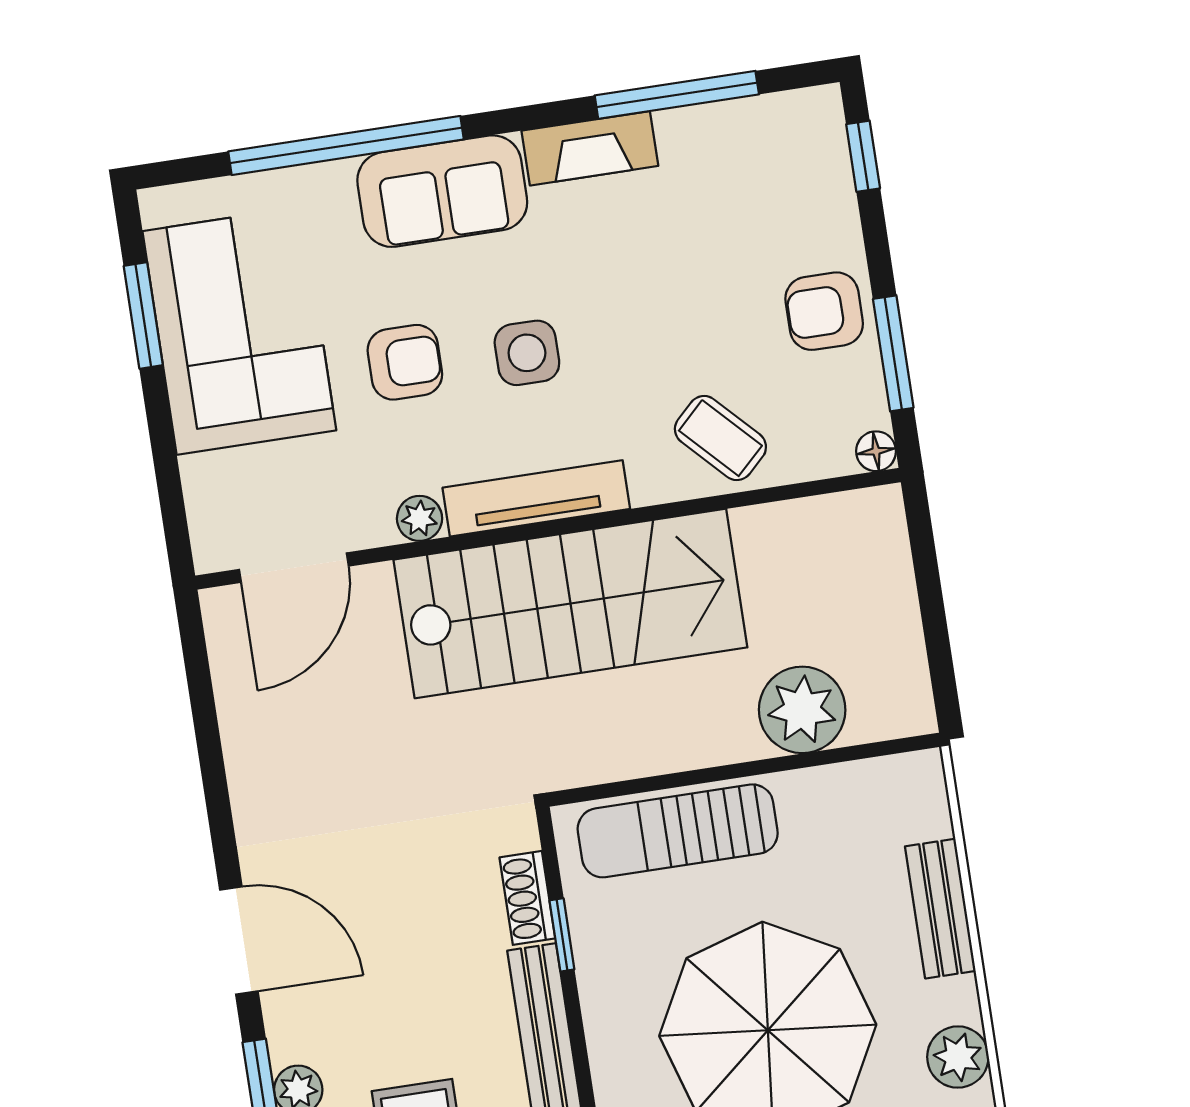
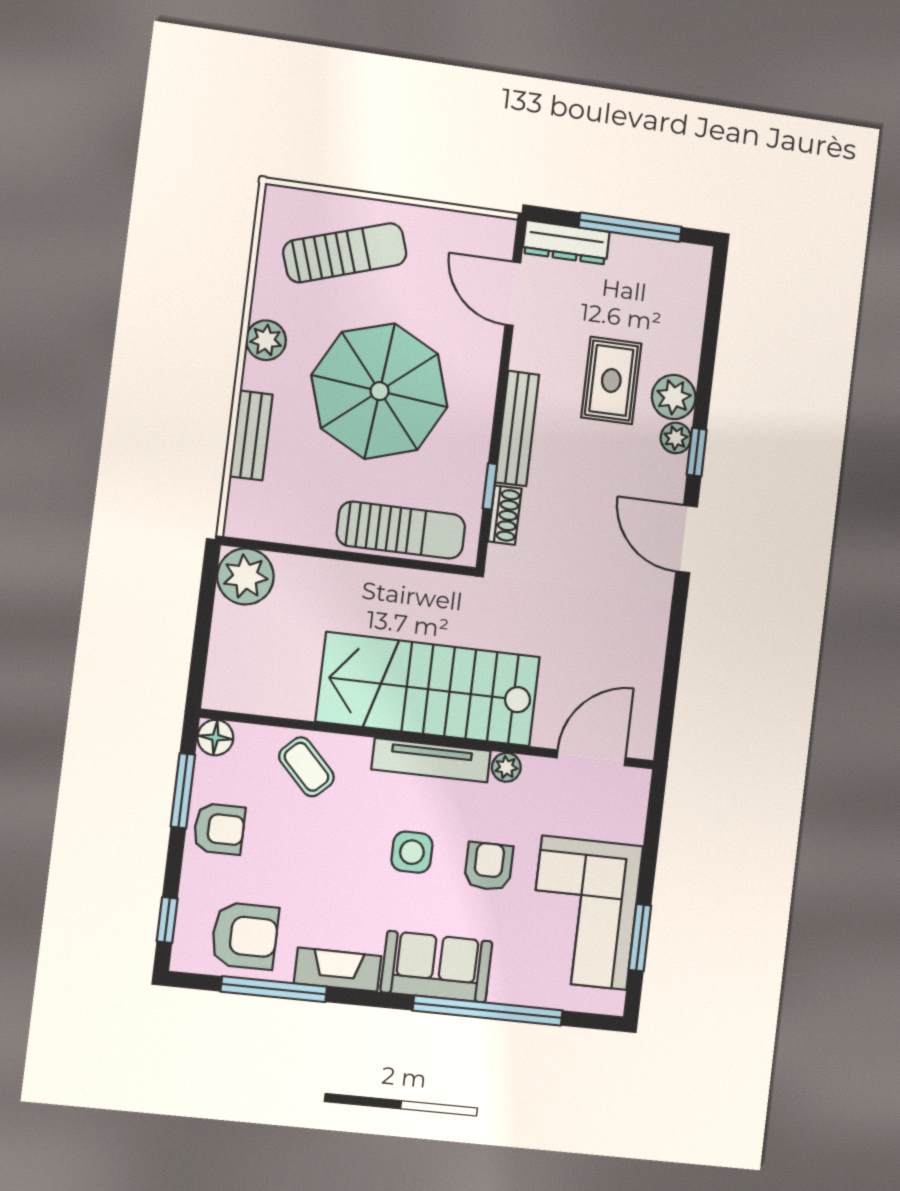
armchair: (742, 163) -> (245, 936), added
armchair: (405, 362) -> (489, 866), turned 90
floor lamp: (876, 451) -> (215, 738), width x1.37, depth x1.37
plant: (802, 710) -> (245, 576), moved

